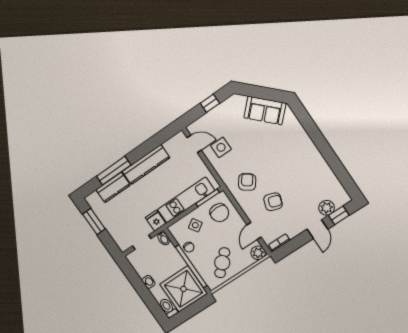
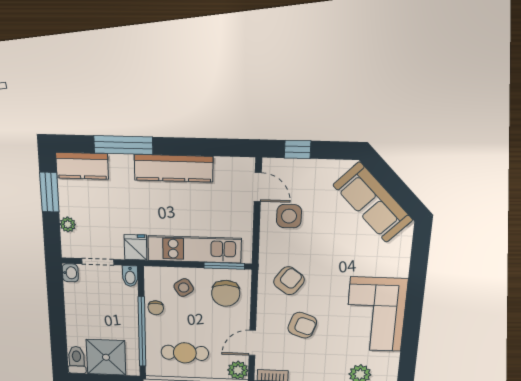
window: (210, 103) -> (298, 149), moved
sofa: (265, 110) -> (373, 203), width x1.36
corner sofa: (308, 167) -> (376, 314), added
kitchen counter: (113, 187) -> (82, 166), moved
plant: (114, 232) -> (68, 224), added
cafe table: (222, 263) -> (185, 353), turned 44
washbasin: (148, 282) -> (70, 273), moved
shower: (183, 289) -> (106, 357), width x0.73, depth x0.73

